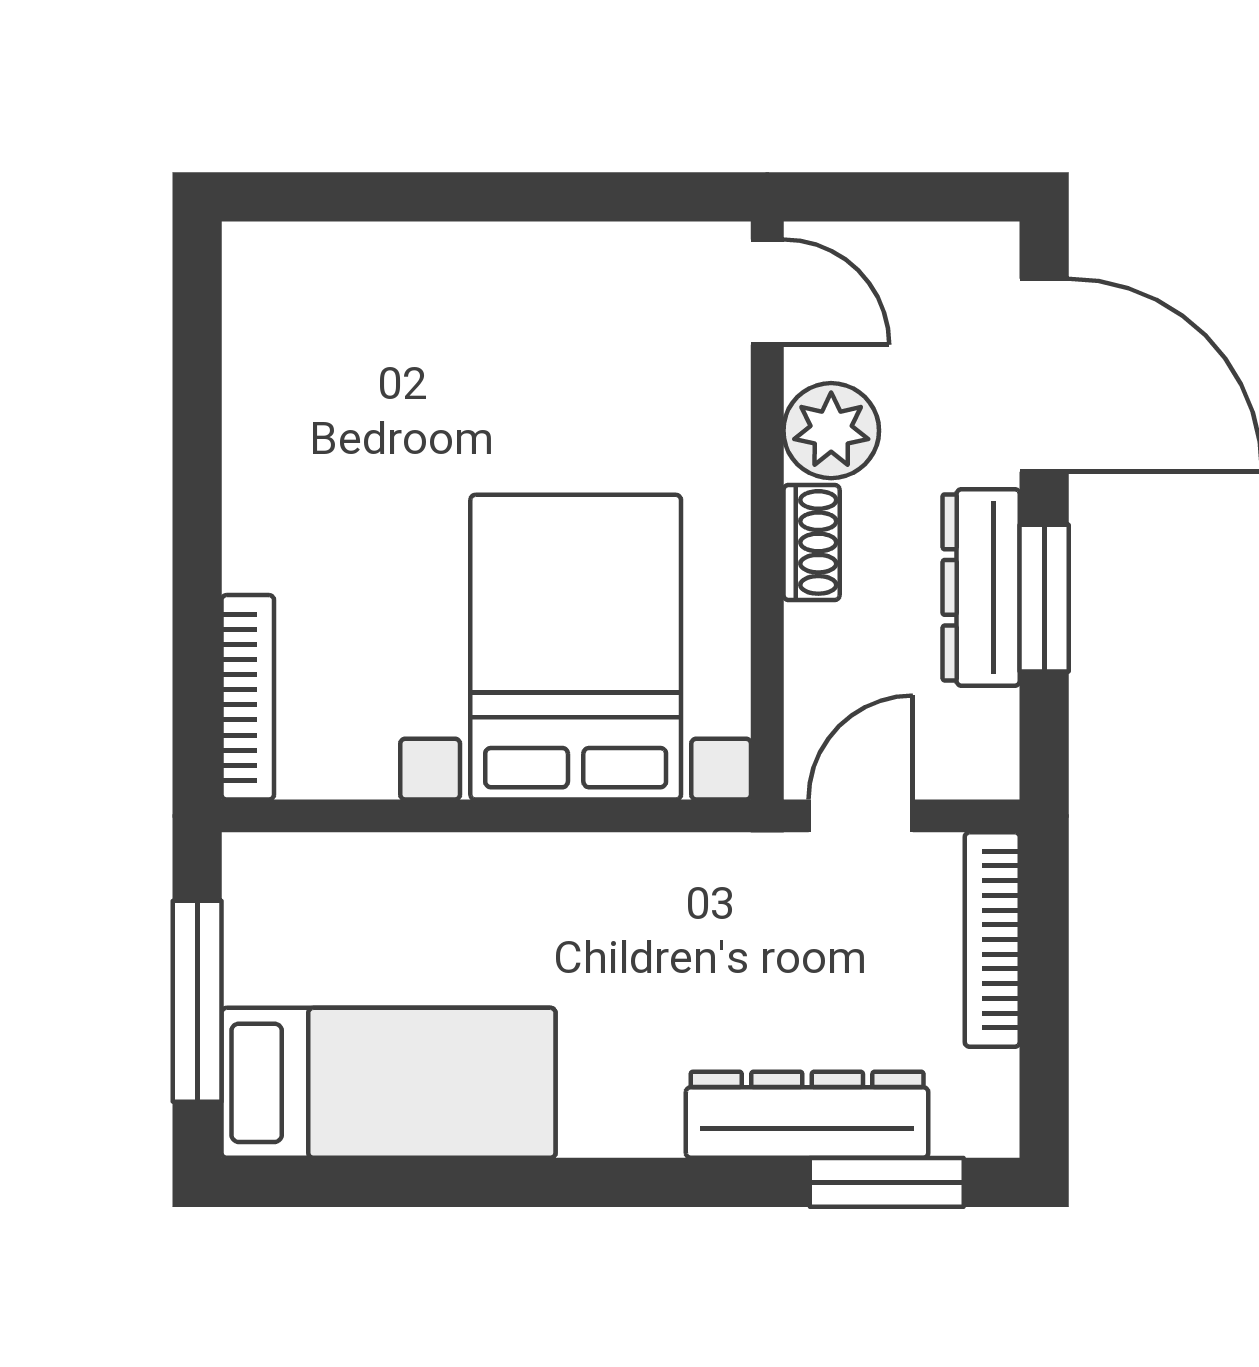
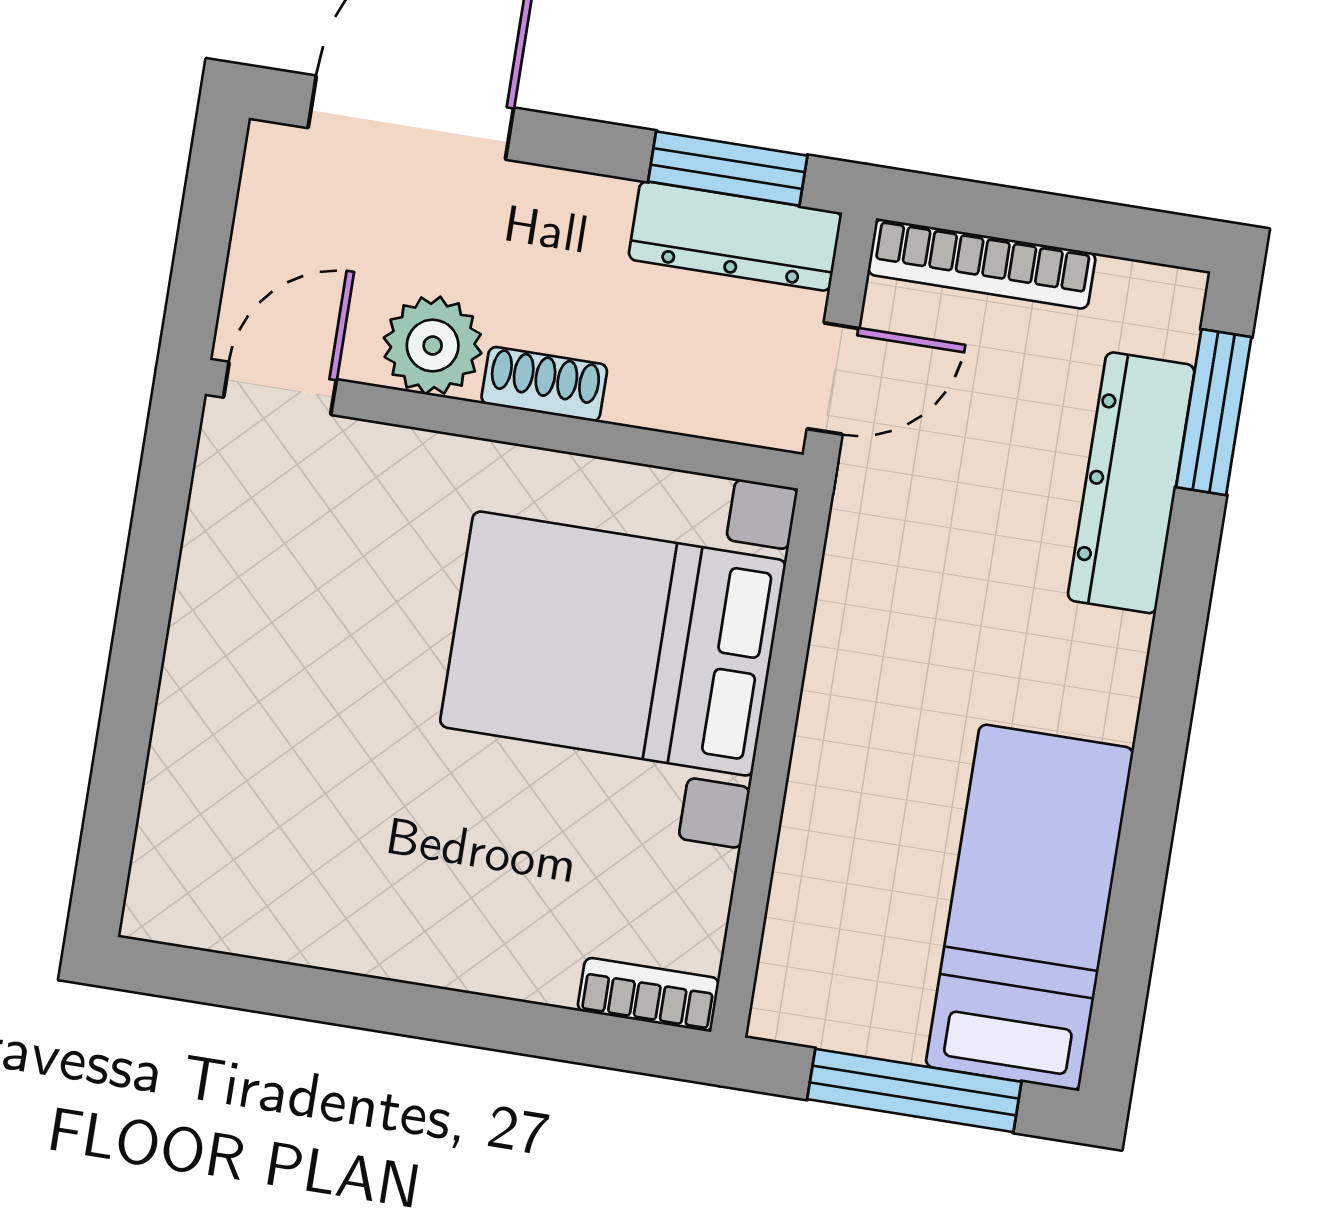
dresser: (981, 587) -> (735, 236), moved
window: (1044, 598) -> (728, 168), moved
bookcase: (248, 697) -> (648, 995), width x0.64
door: (861, 816) -> (833, 379), swing flipped

